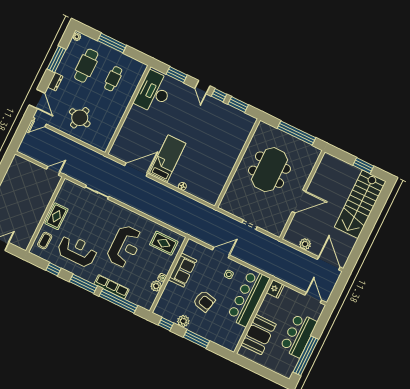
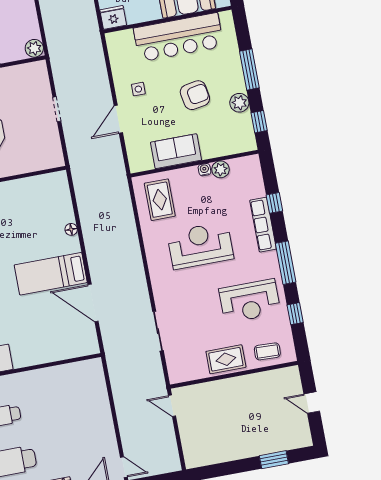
round table: (80, 118) -> (81, 422), removed
plant: (305, 244) -> (34, 48), moved
reception desk: (77, 251) -> (250, 301), turned -90
door: (221, 253) -> (118, 119), hinge flipped
bar counter: (248, 298) -> (178, 37), moved
window: (118, 301) -> (274, 203), width x0.32
armchair: (204, 301) -> (195, 95), turned 67

